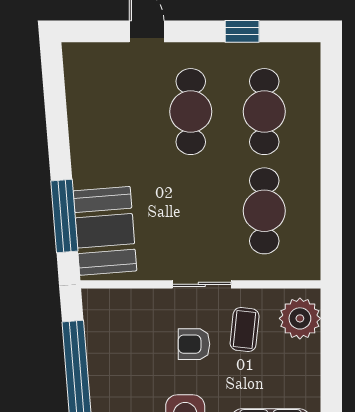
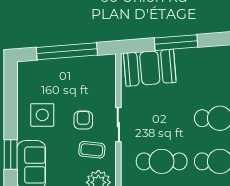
window: (64, 216) -> (176, 43), moved

